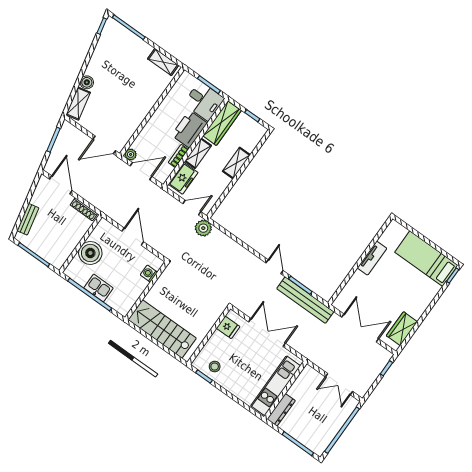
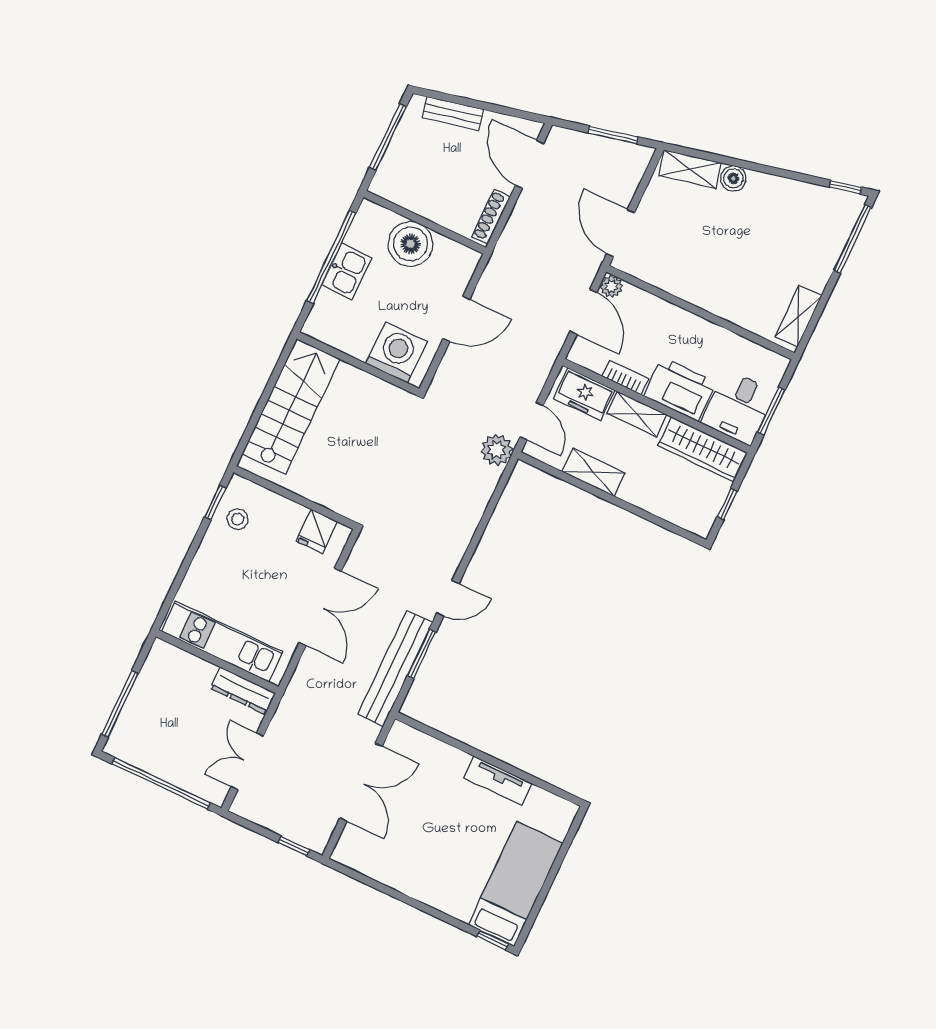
shelving: (236, 163) -> (594, 472), moved
door: (61, 185) -> (530, 164), swing flipped
washing machine: (149, 274) -> (396, 352), width x1.89, depth x1.89
wardrobe: (402, 329) -> (374, 862), removed
dresser: (281, 410) -> (243, 691), moved

